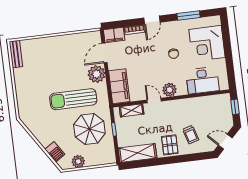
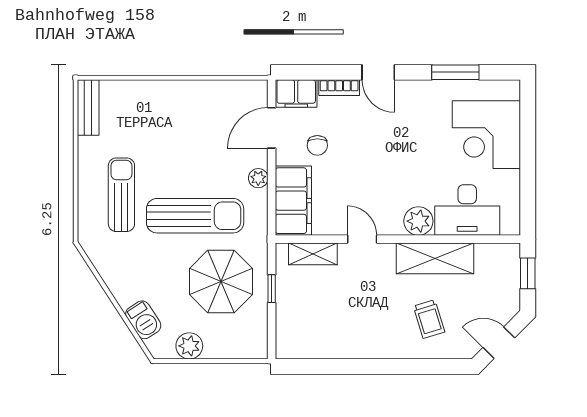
door: (152, 20) -> (378, 72), hinge flipped
chair: (174, 54) -> (317, 145), moved
plant: (97, 74) -> (258, 178), width x0.53, depth x0.53
plant: (170, 90) -> (418, 221), moved
sun lounger: (37, 94) -> (121, 195), added
sun lounger: (73, 99) -> (195, 216), turned 180
pallet: (170, 145) -> (383, 335), removed
shelving: (137, 153) -> (435, 258), moved

